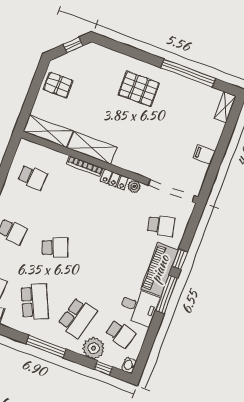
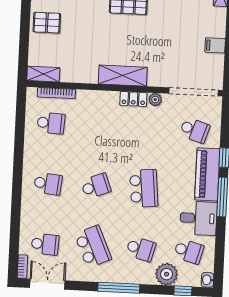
shelving: (48, 131) -> (43, 74), width x0.67, depth x0.75
shelving: (92, 148) -> (123, 76), moved
bookcase: (85, 166) -> (56, 93), moved
school desk: (161, 226) -> (195, 130), turned 30
school desk: (98, 264) -> (144, 188), added
school desk: (78, 318) -> (141, 249), width x0.54

